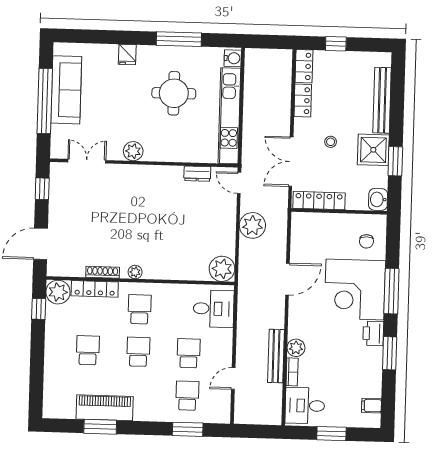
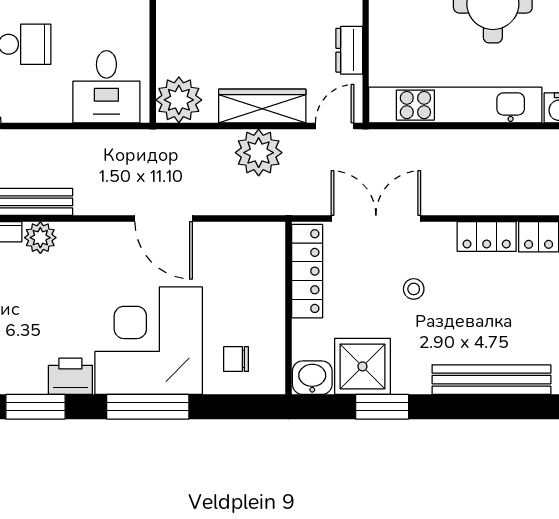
shower: (373, 150) -> (362, 366), moved
wardrobe: (227, 223) -> (262, 106), added

